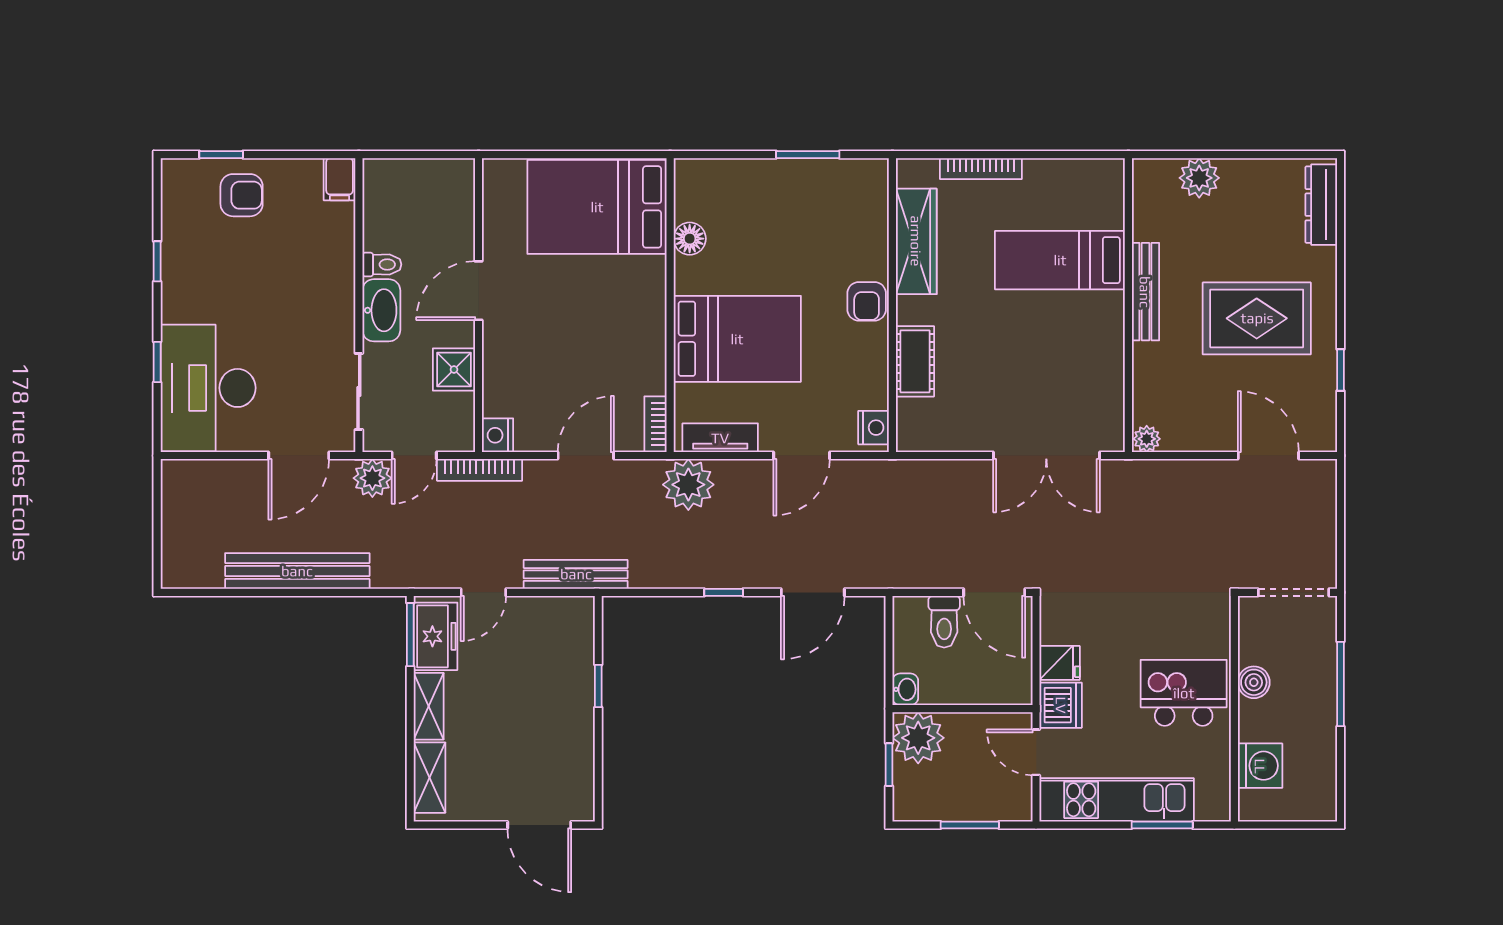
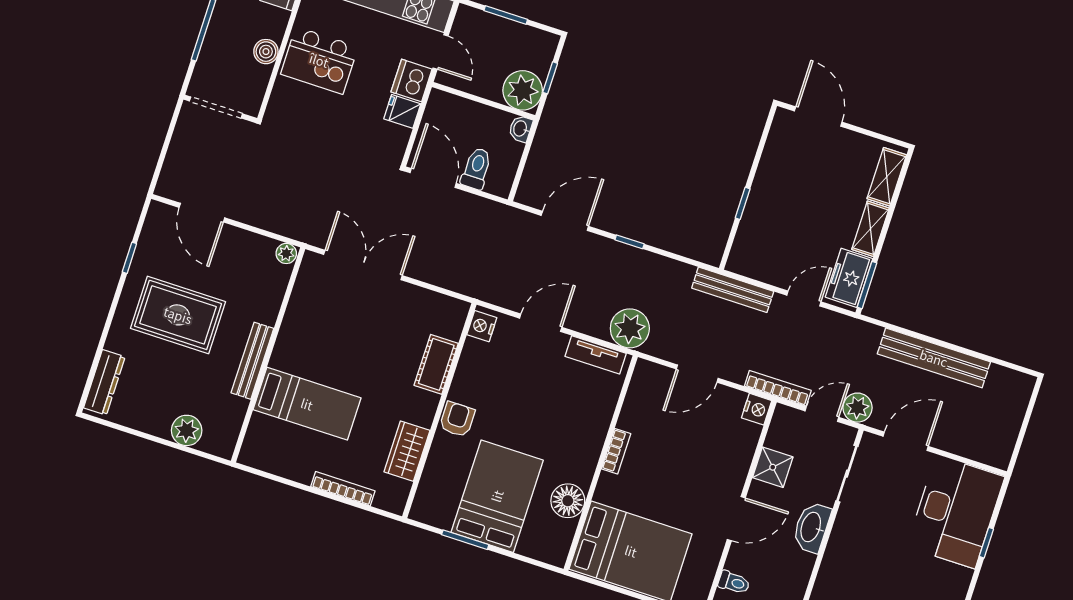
floor lamp: (690, 239) -> (568, 501), width x1.38, depth x1.38
wardrobe: (916, 241) -> (407, 451), width x0.67
toilet: (382, 264) -> (734, 582), moved, turned 180
bed: (737, 339) -> (497, 496), moved, turned 90
bookcase: (656, 424) -> (616, 451), moved

